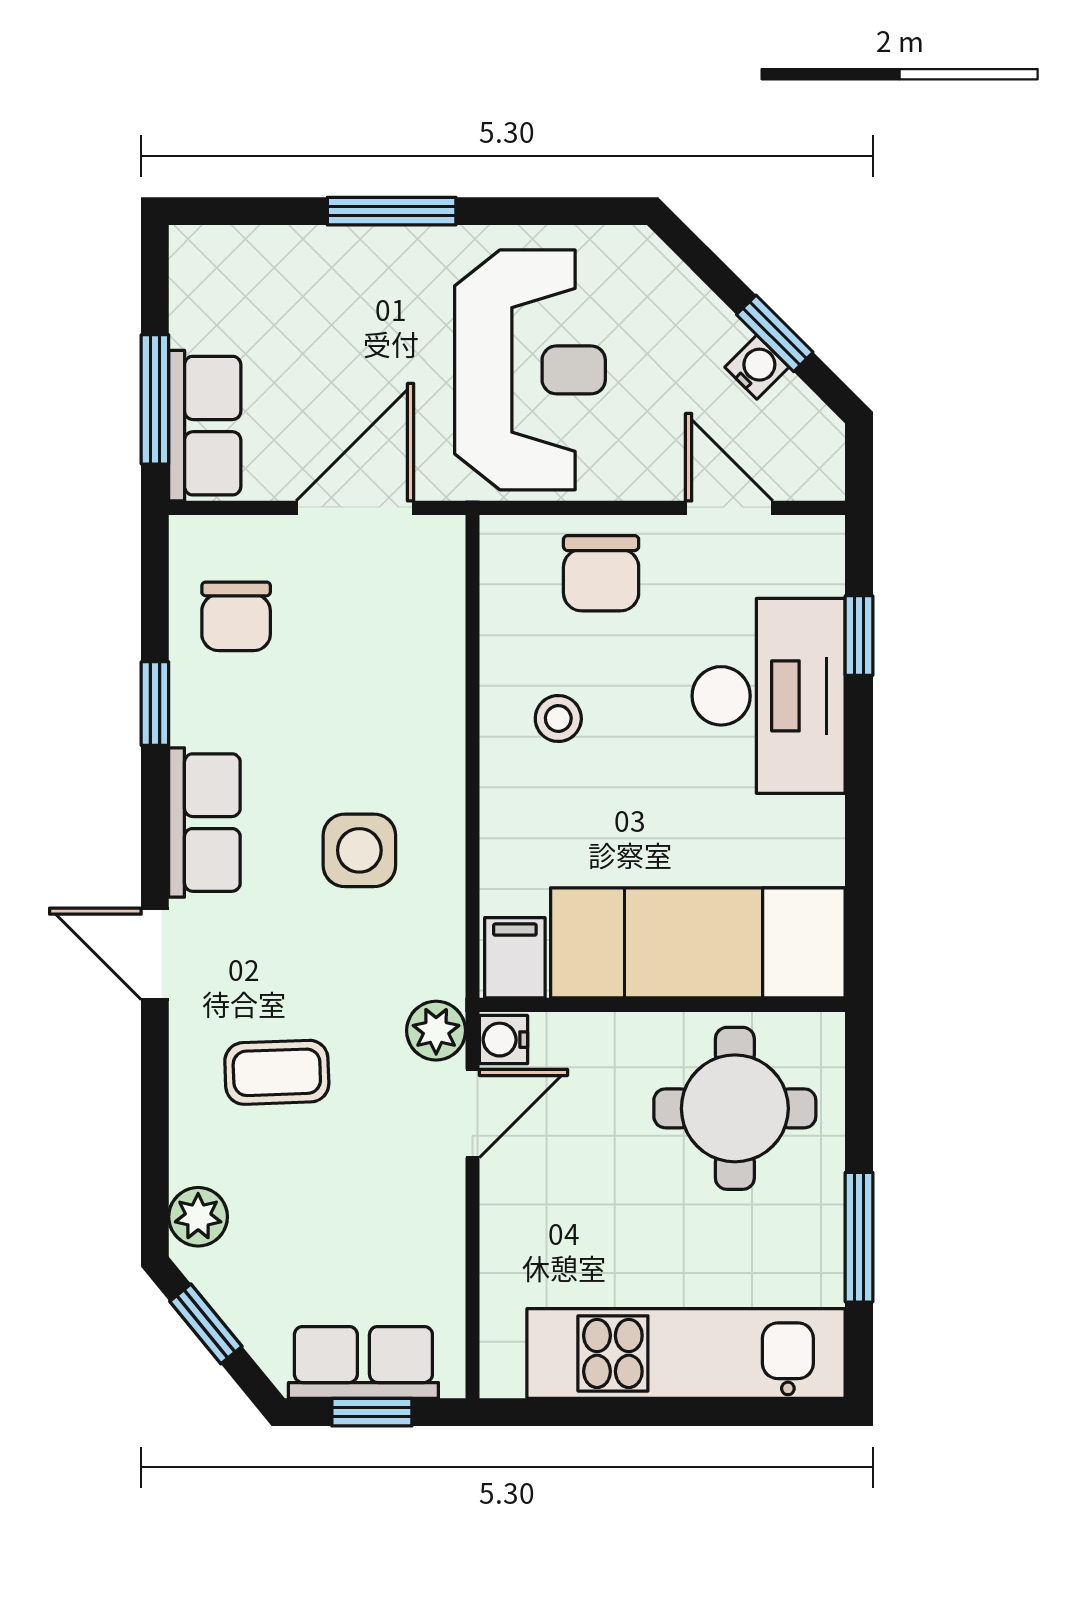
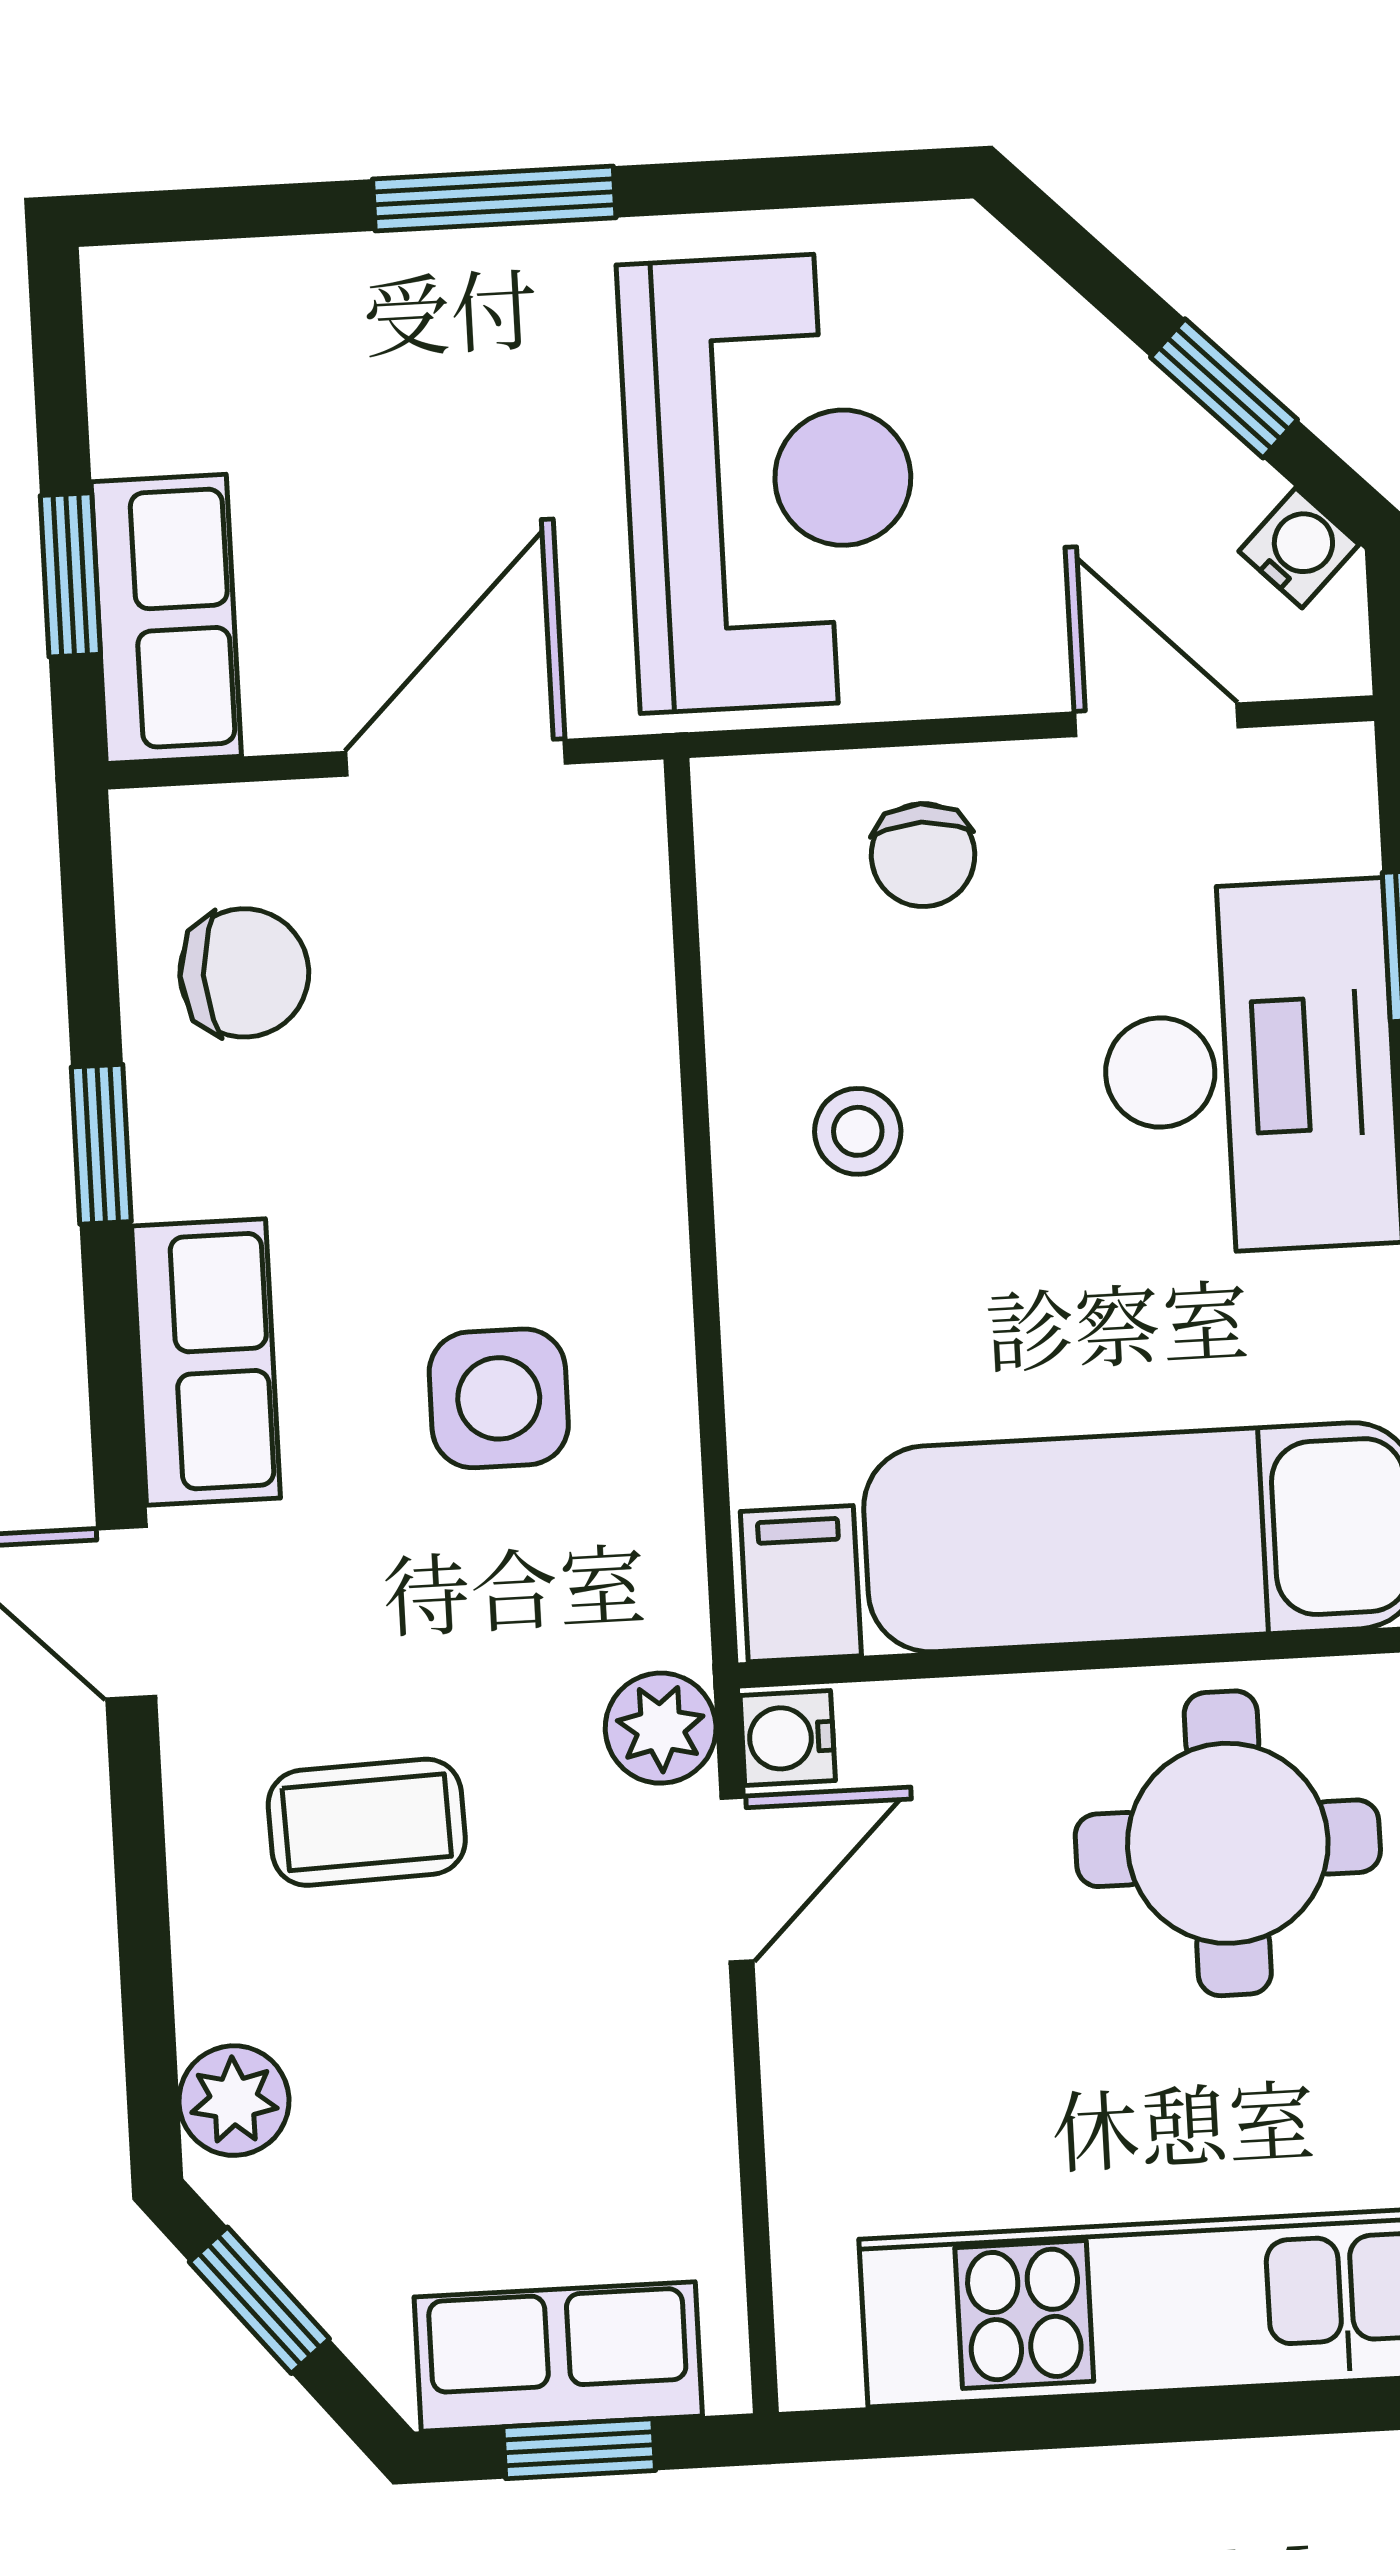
water cooler: (757, 367) -> (1299, 548), moved
window: (155, 399) -> (70, 575), width x0.67
chair: (601, 573) -> (923, 855), width x0.73, depth x0.73
chair: (236, 616) -> (244, 973), turned -90

